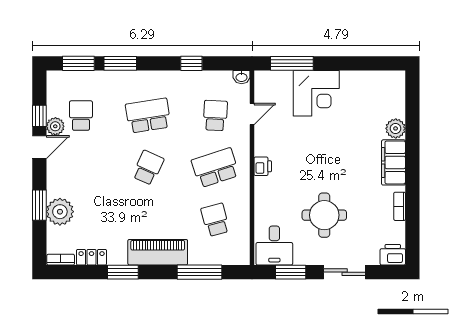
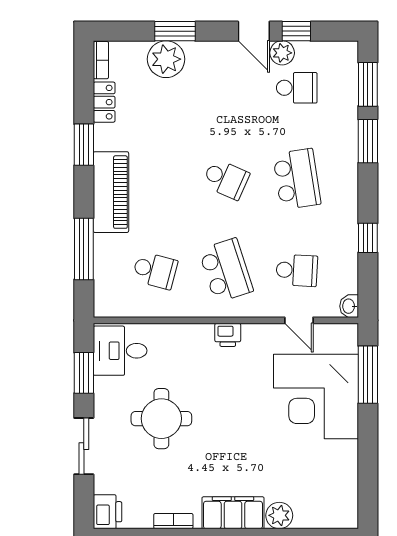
corner desk: (316, 93) -> (316, 397), width x1.36, depth x1.36
school desk: (215, 220) -> (155, 270), turned 30

